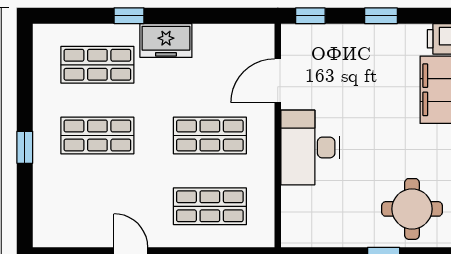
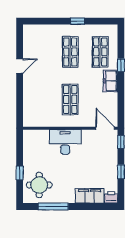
door: (278, 81) -> (105, 128), moved
window: (25, 147) -> (78, 21), moved
shop shelf: (210, 206) -> (40, 99), removed

